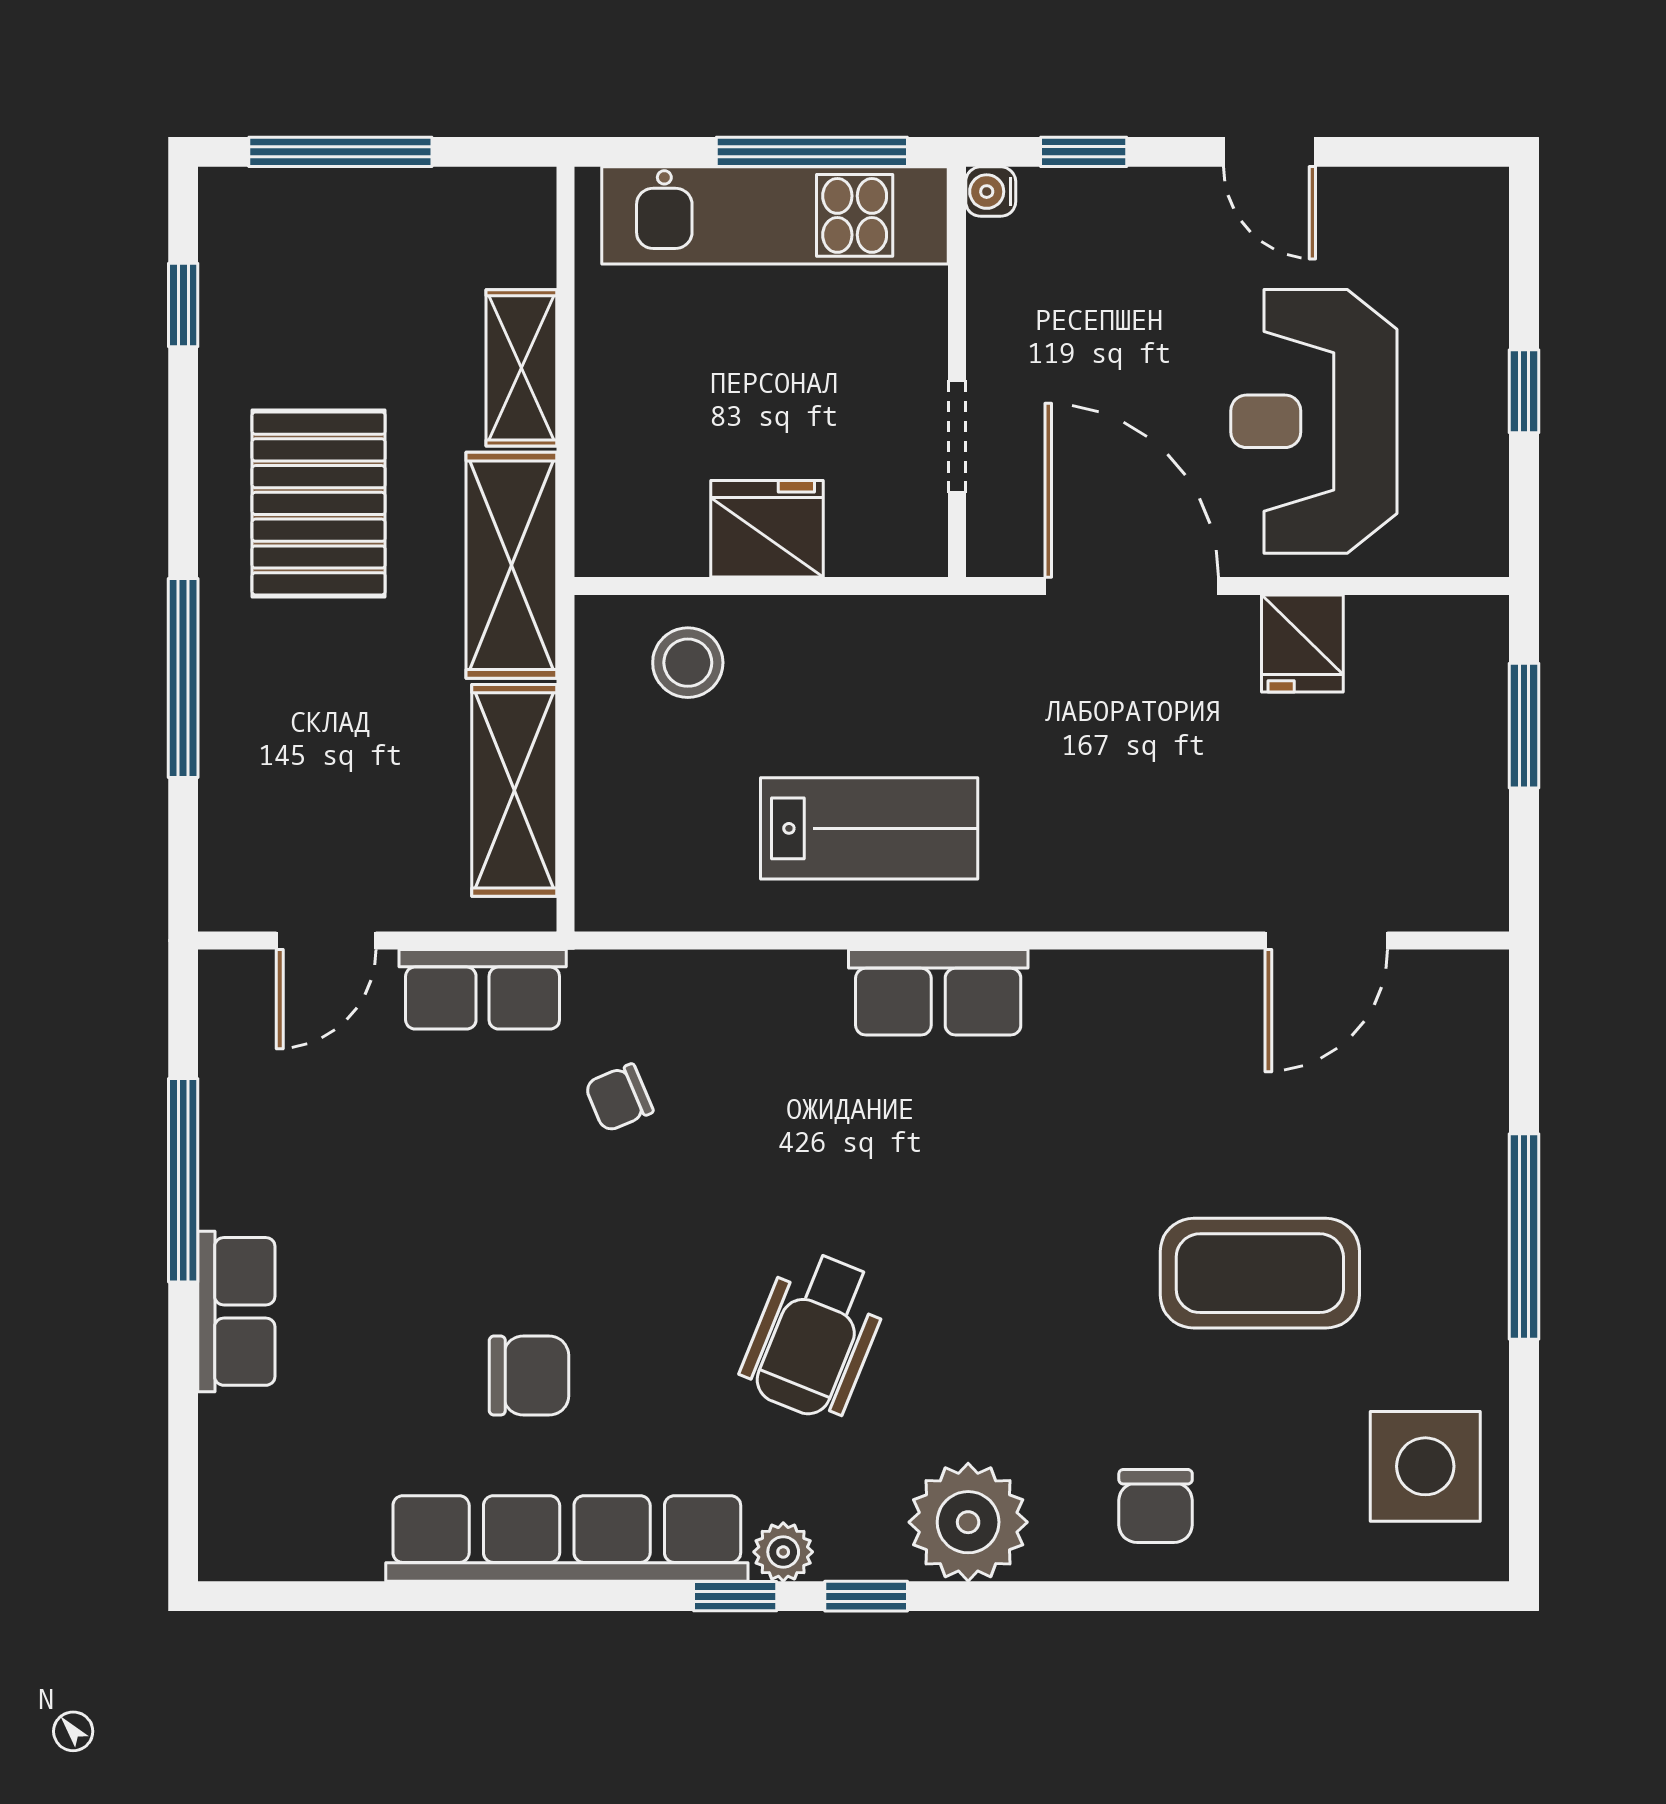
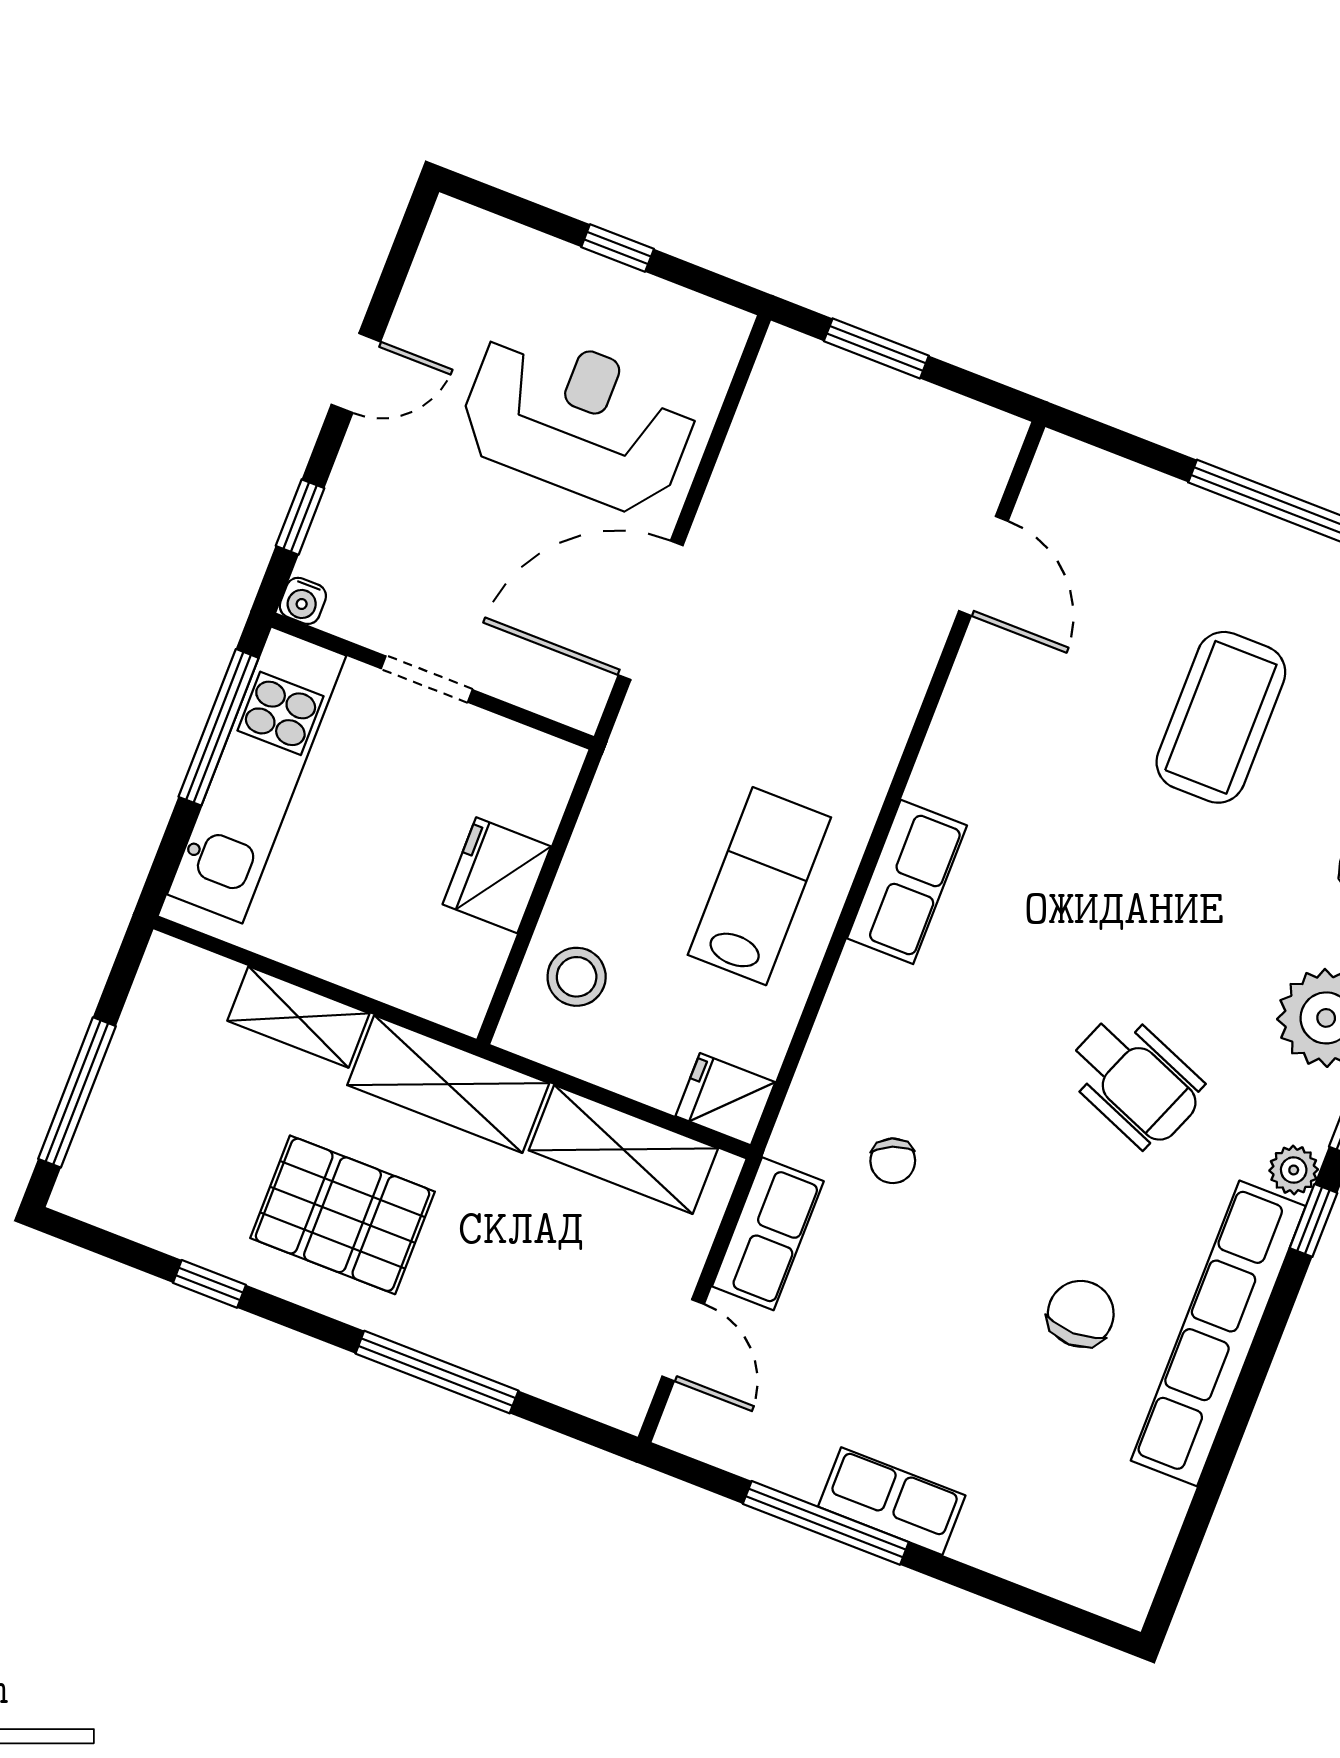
window: (183, 305) -> (209, 1284), moved
reception desk: (1314, 421) -> (578, 420), turned 180
doorway: (957, 437) -> (427, 679), moved
fridge: (1302, 644) -> (725, 1099), moved, turned 180
row of seats: (236, 1311) -> (892, 1501), moved

